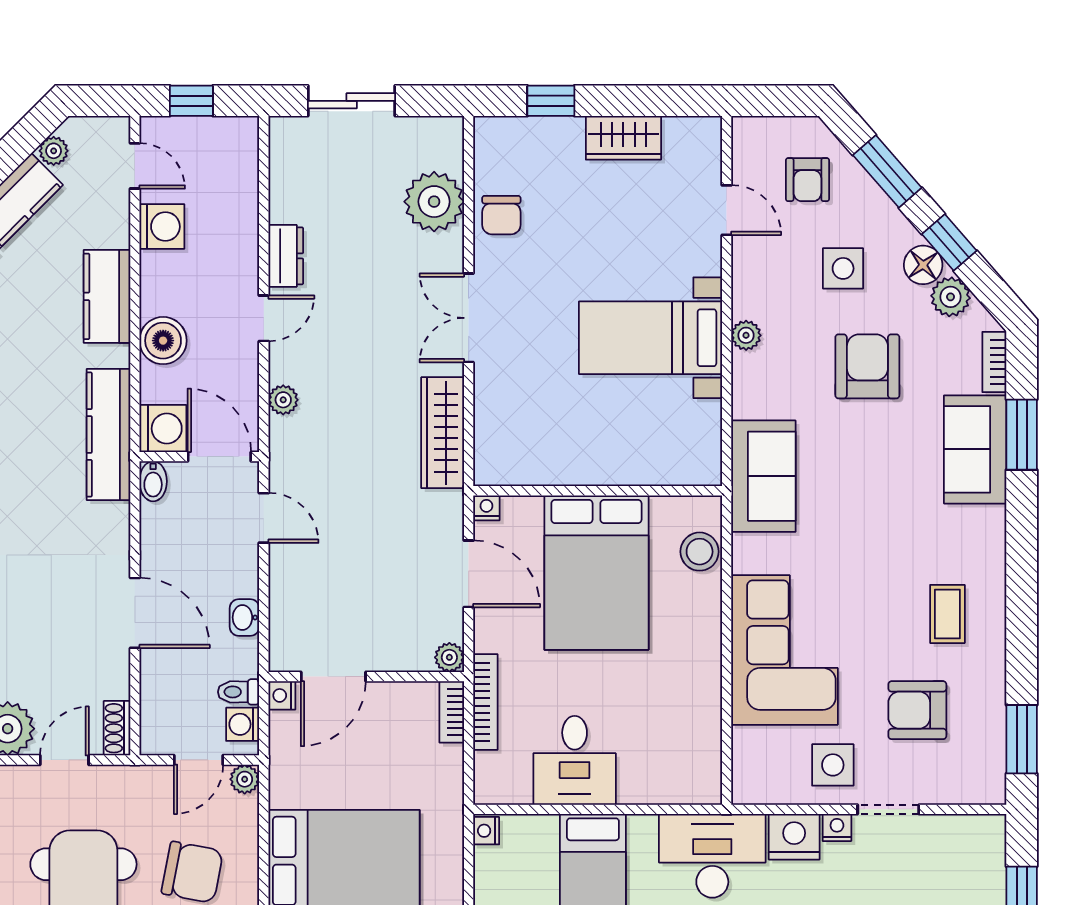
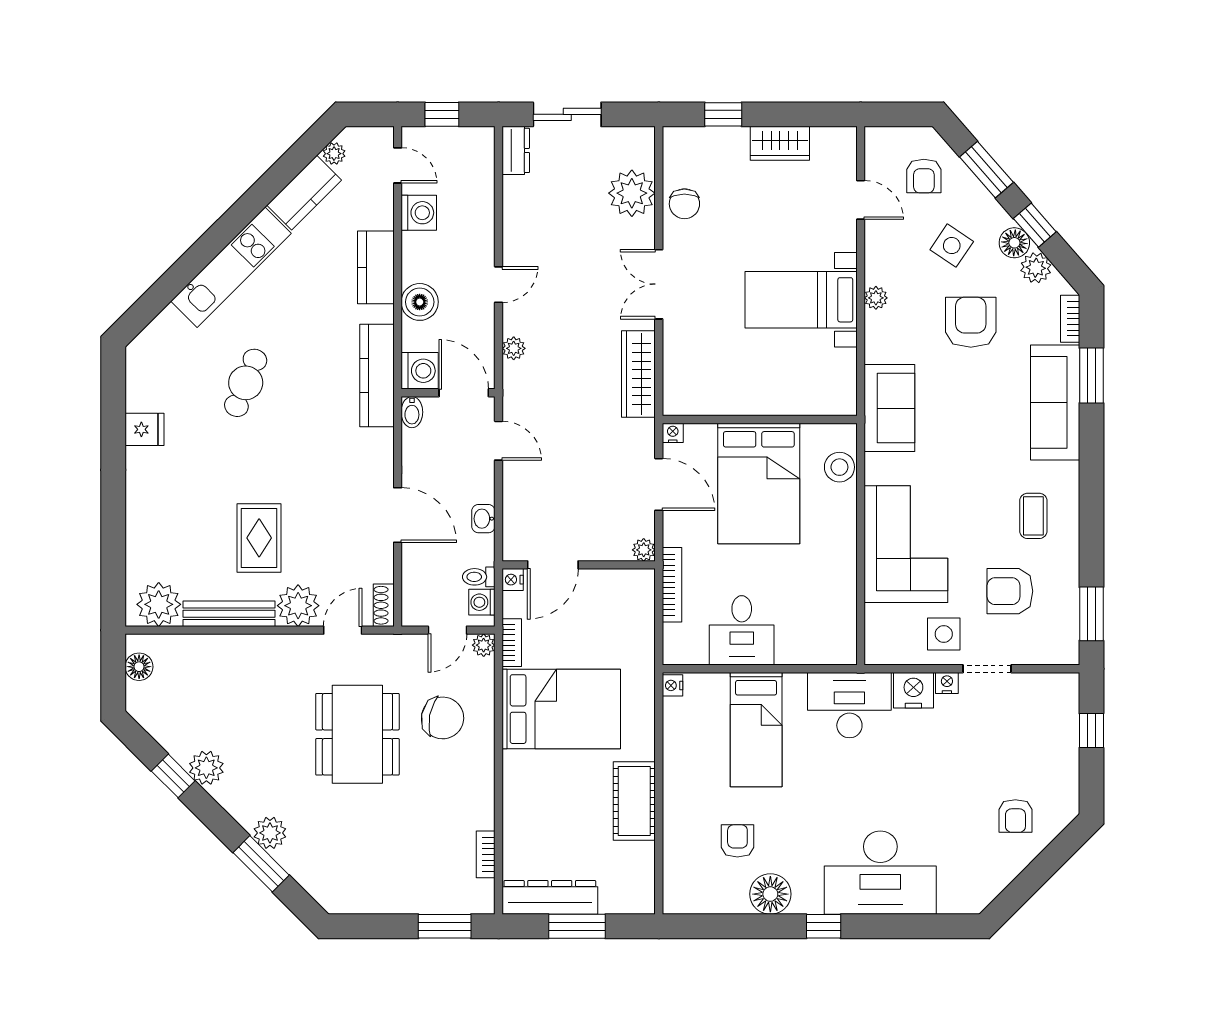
dresser: (286, 256) -> (516, 150), moved
side table: (843, 268) -> (952, 246), turned 34
sofa: (975, 449) -> (1055, 402), width x1.36
bookcase: (452, 712) -> (512, 643), moved, turned 180

